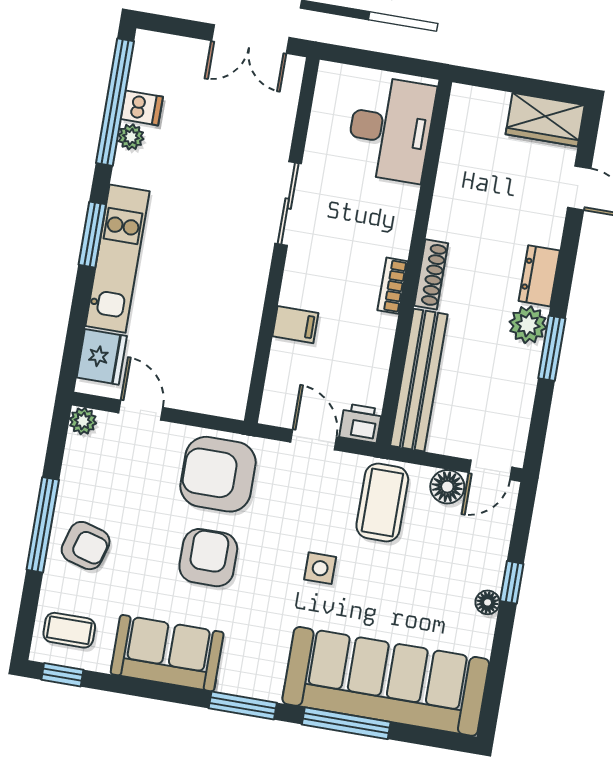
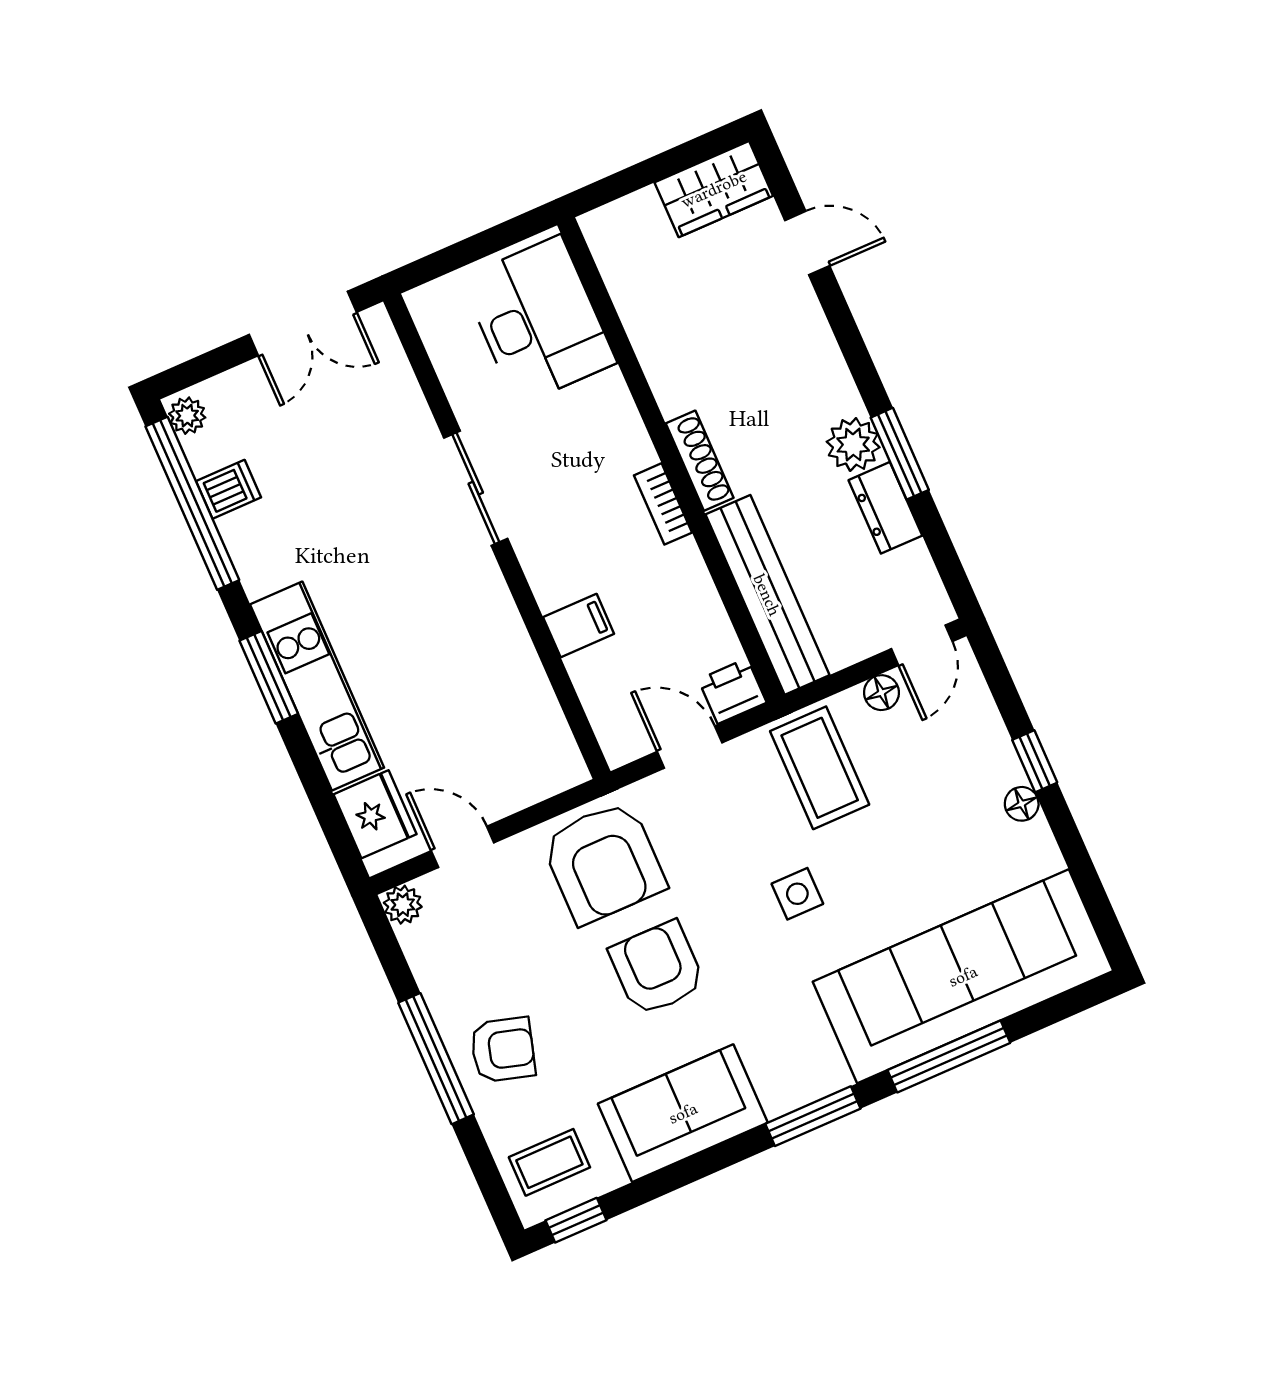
plant: (131, 137) -> (187, 416), moved
dresser: (539, 276) -> (885, 508), moved
armchair: (218, 474) -> (604, 862), turned -90
floor lamp: (447, 487) -> (881, 693), width x0.73, depth x0.73

